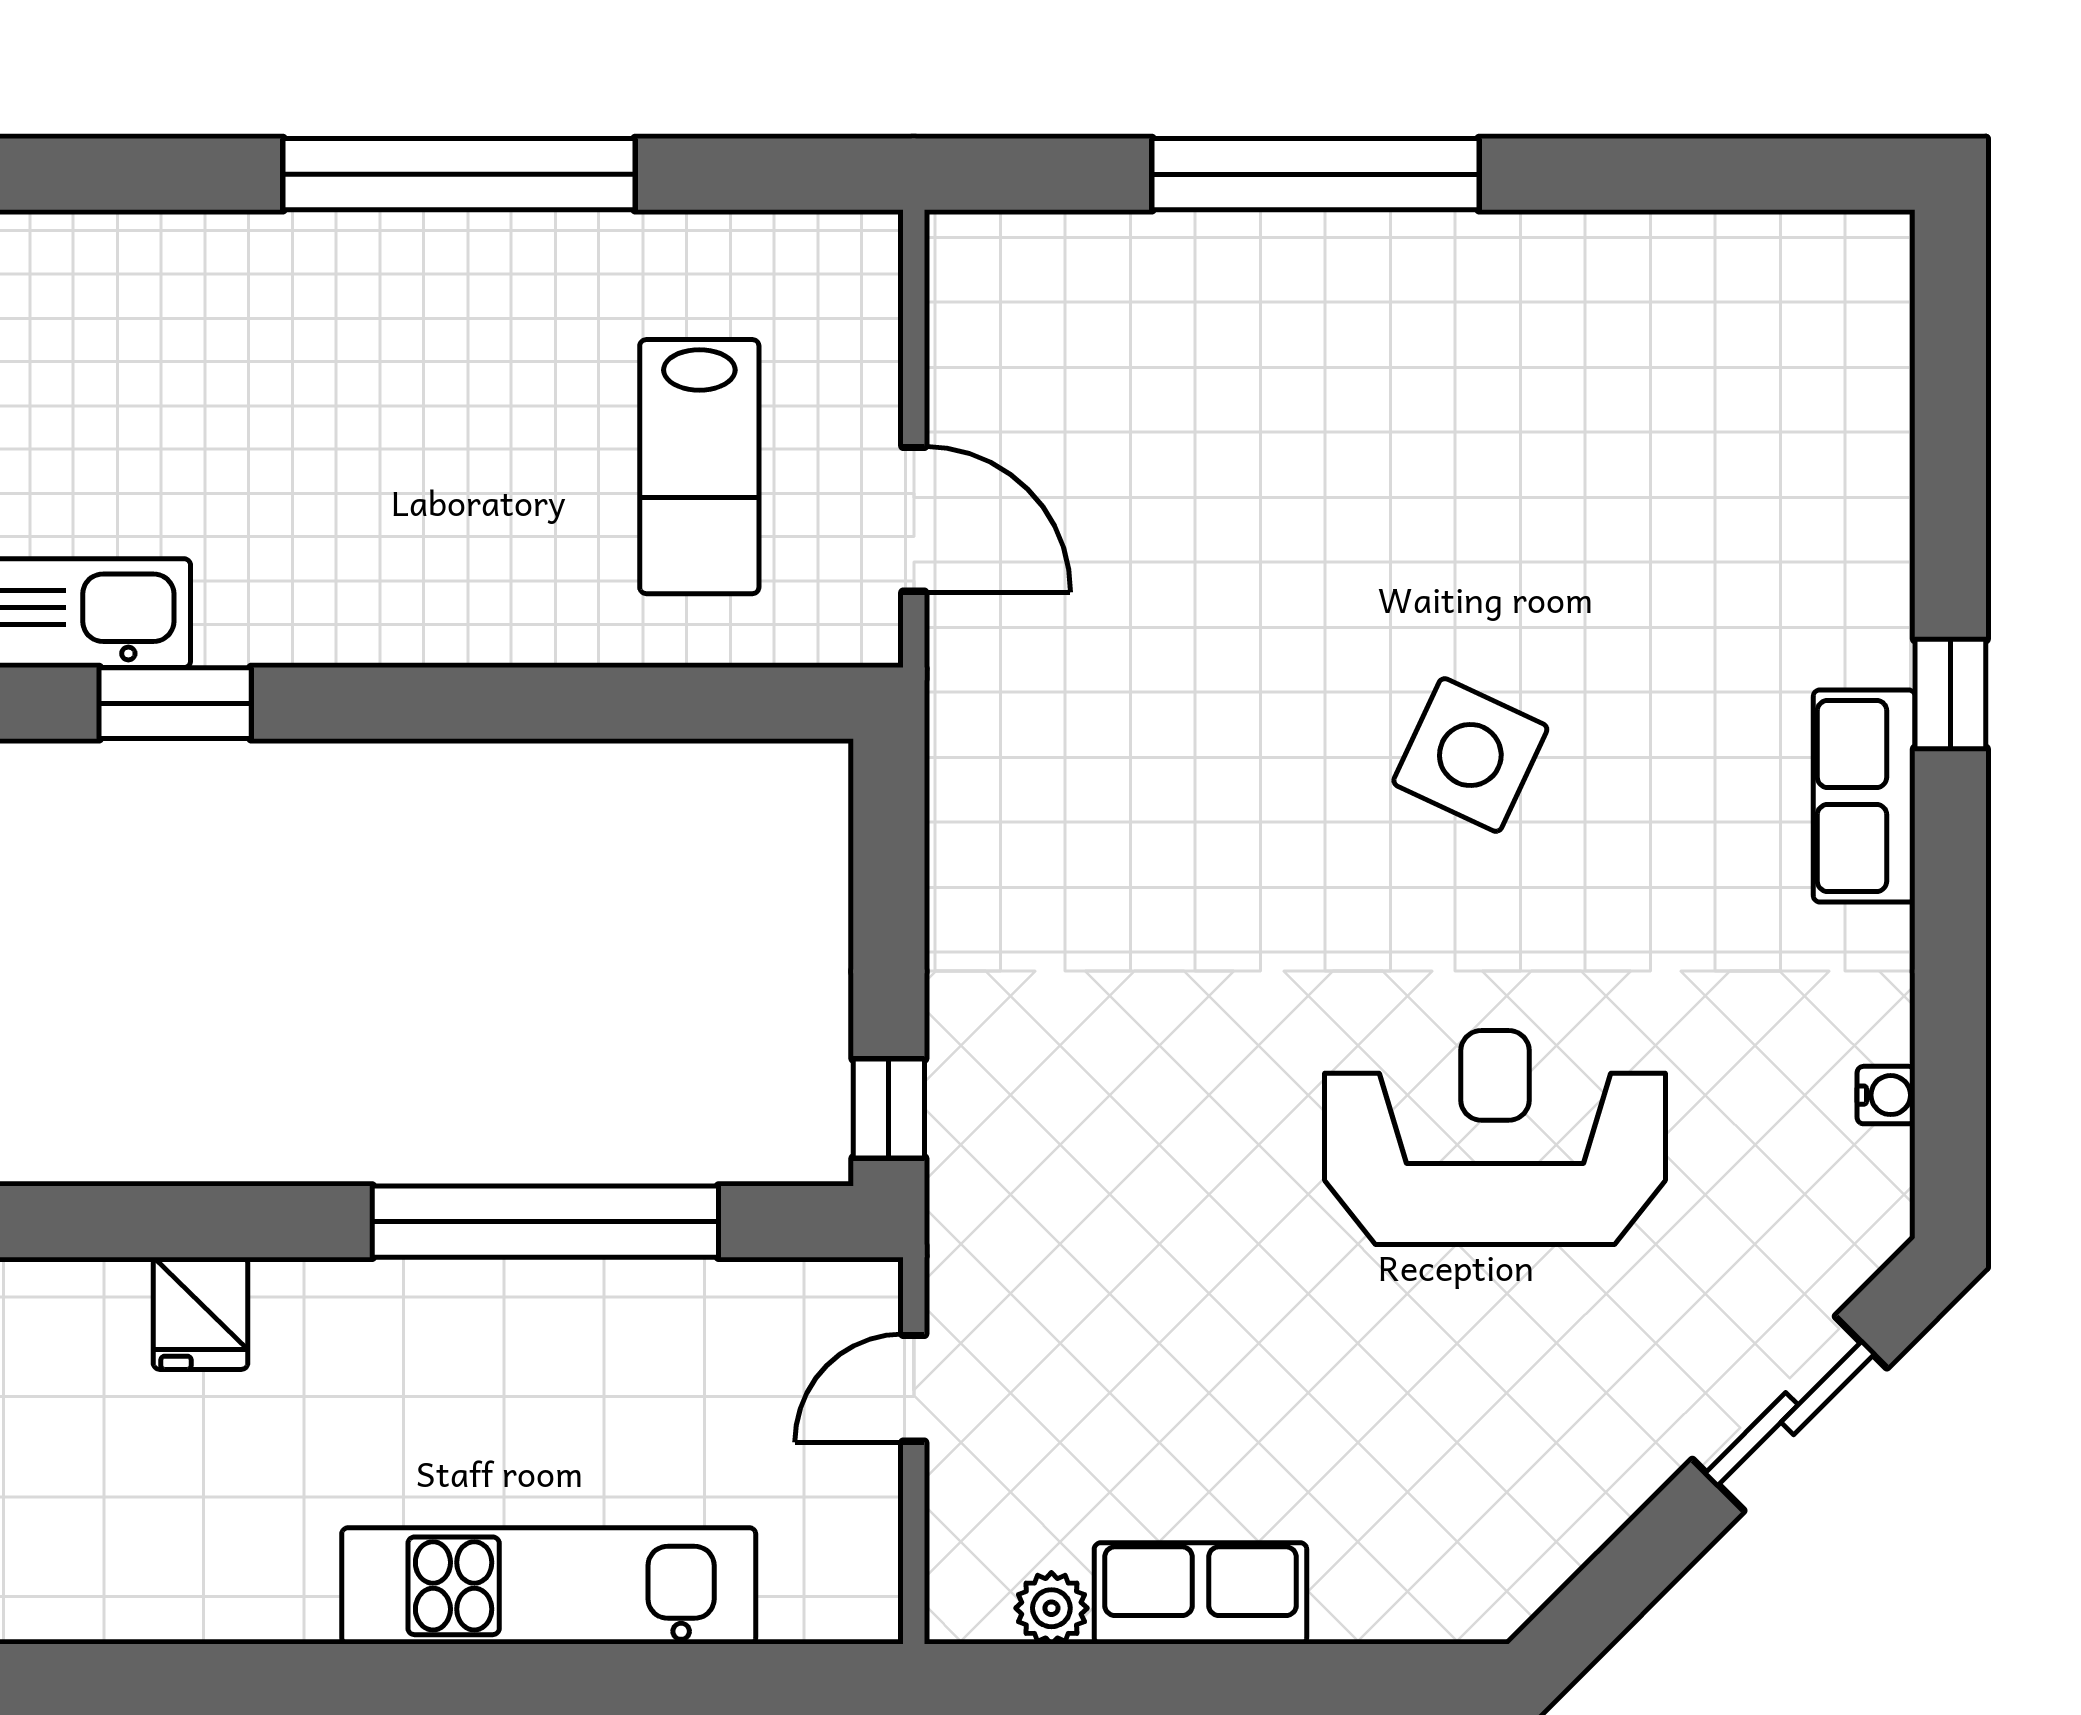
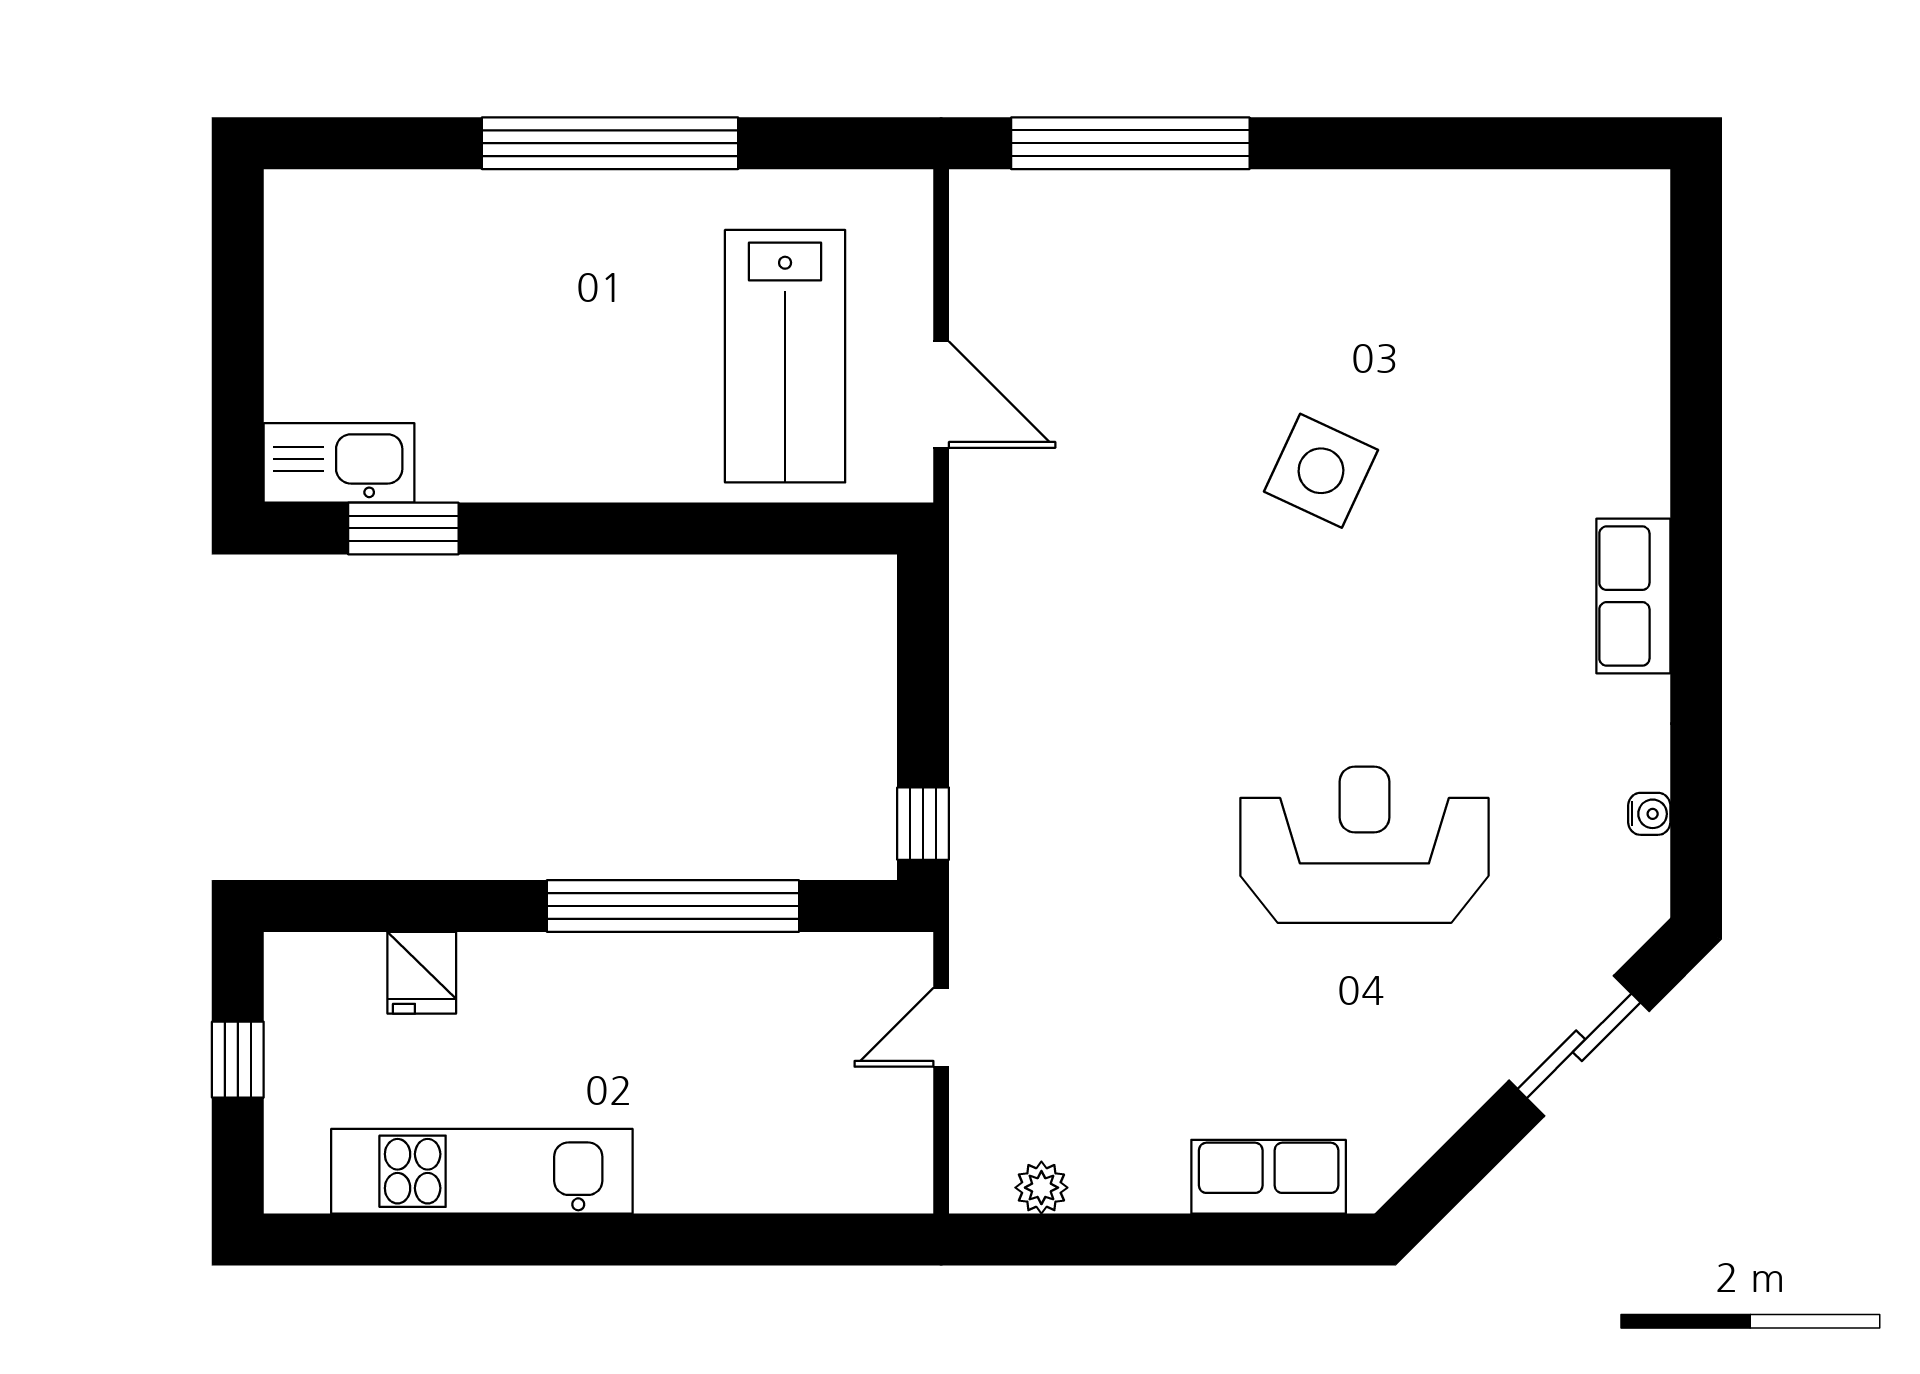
window: (1315, 174) -> (1130, 143), moved
lab bench: (699, 467) -> (785, 356), width x1.36, depth x1.39
window: (1950, 694) -> (1696, 522), removed
side table: (1470, 755) -> (1321, 471), moved
kitchen unit: (549, 1586) -> (482, 1171), moved
row of seats: (1200, 1593) -> (1269, 1177), moved

